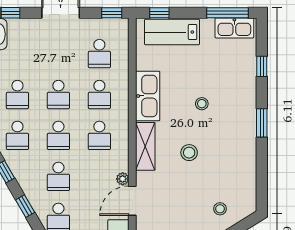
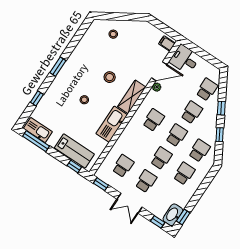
school desk: (99, 94) -> (146, 181), moved

